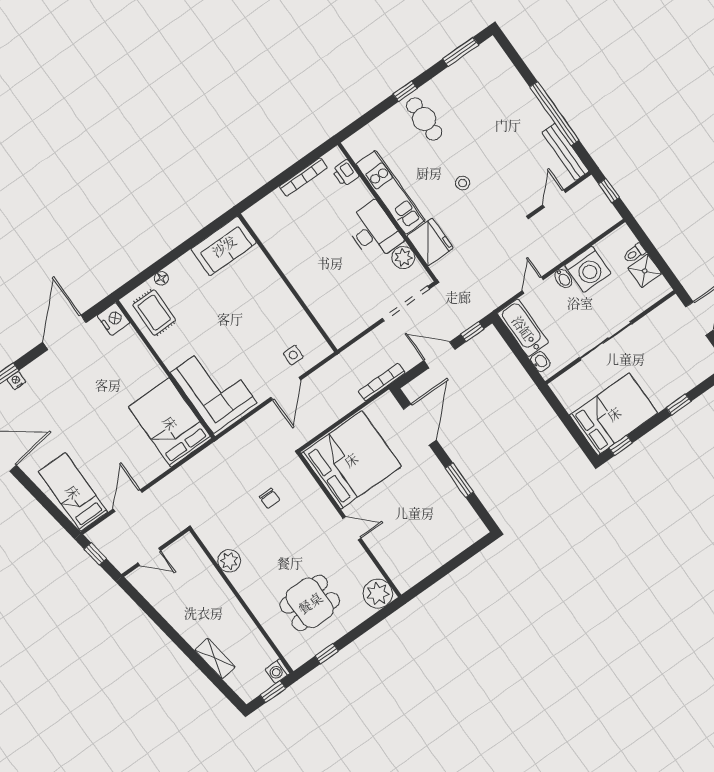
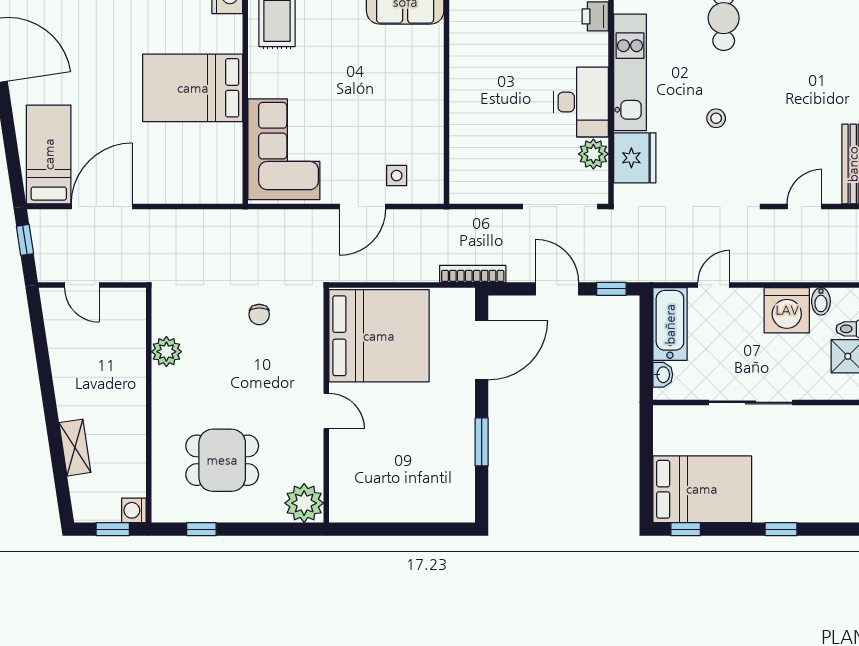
bidet: (563, 278) -> (821, 301), moved
bed: (170, 423) -> (193, 88), moved, turned -90
door: (128, 501) -> (102, 207), width x1.36

